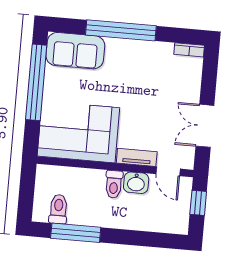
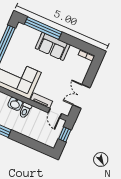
window: (121, 30) -> (43, 28), moved
sofa: (75, 51) -> (53, 46), moved
washbasin: (136, 183) -> (15, 104), moved

